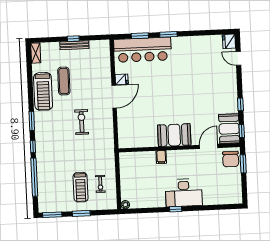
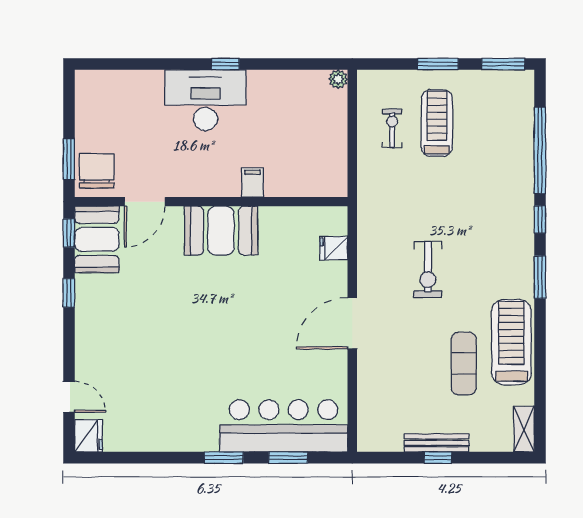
fridge: (122, 79) -> (334, 248), moved

